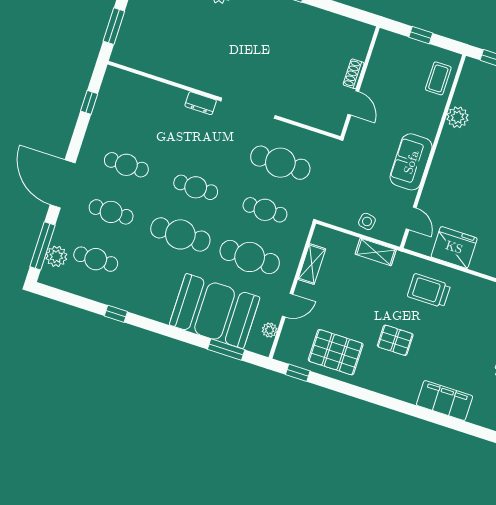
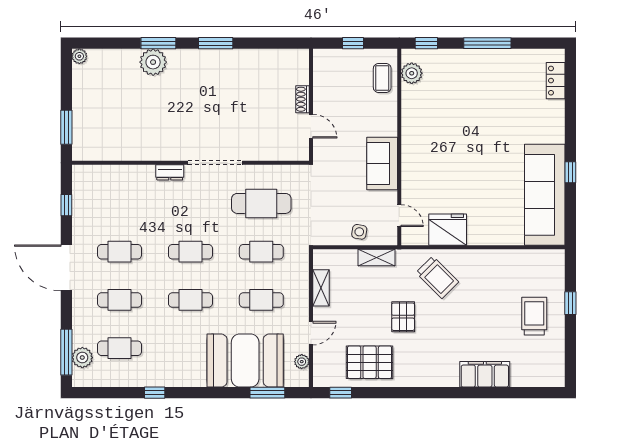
plant: (458, 117) -> (412, 73), moved
door: (63, 184) -> (66, 268), moved
cafe table: (180, 234) -> (190, 300), width x0.73, depth x0.74
cafe table: (250, 257) -> (261, 300), width x0.73, depth x0.74
trolley: (429, 291) -> (437, 277), turned -135
pallet: (395, 340) -> (403, 317), moved, turned 90

